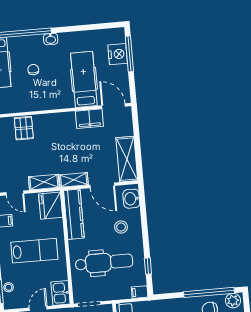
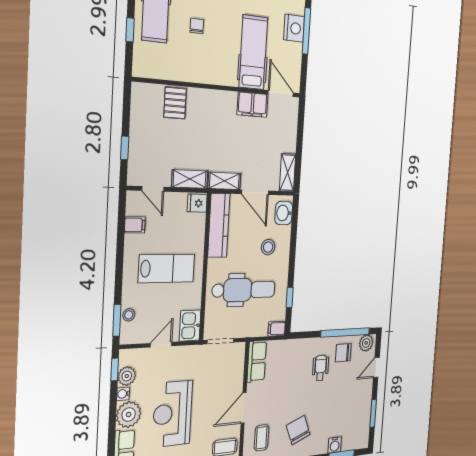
shelving: (127, 159) -> (288, 173), width x0.67, depth x0.75
fridge: (51, 206) -> (197, 203), width x0.53, depth x0.75

